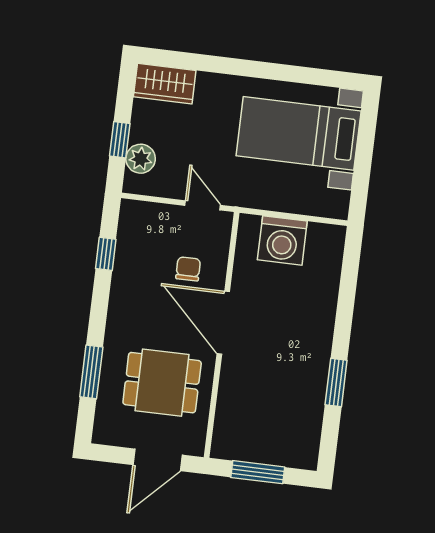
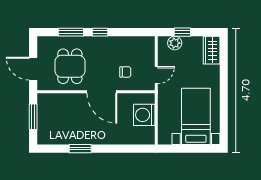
window: (106, 254) -> (100, 32), moved
door: (223, 323) -> (102, 92), swing flipped

